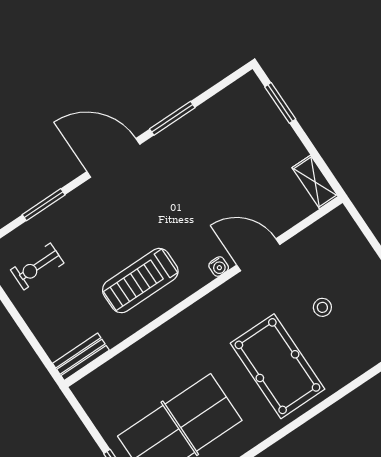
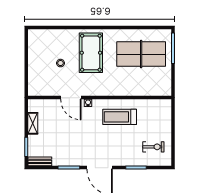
shelving: (315, 182) -> (33, 123), moved
treadmill: (140, 281) -> (120, 117), turned 180
bench: (81, 357) -> (40, 161), moved

